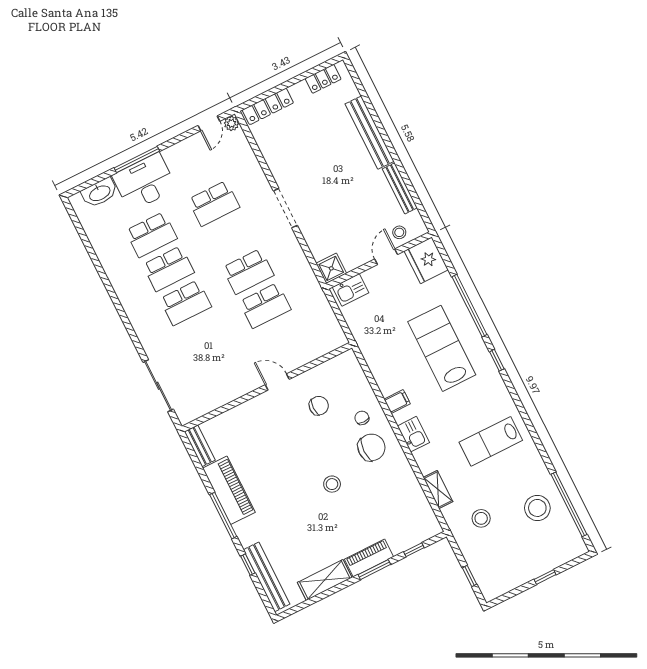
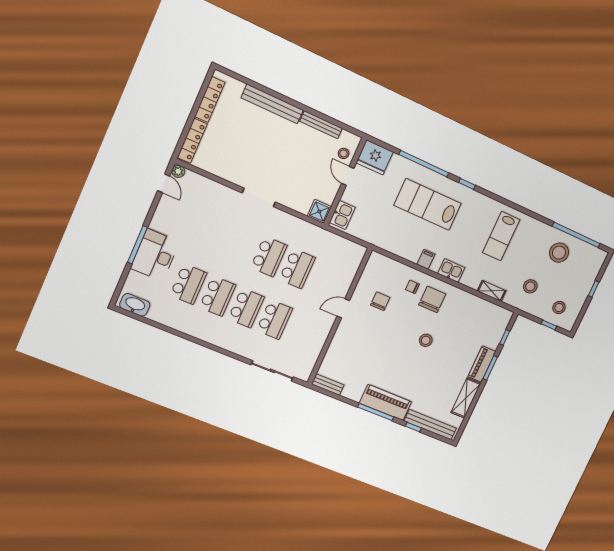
locker: (323, 79) -> (210, 100), width x1.53
washbasin: (99, 193) -> (135, 305), moved, turned -90
school desk: (214, 203) -> (275, 320), moved
piano: (229, 490) -> (385, 402), moved
stool: (494, 566) -> (559, 308), added

